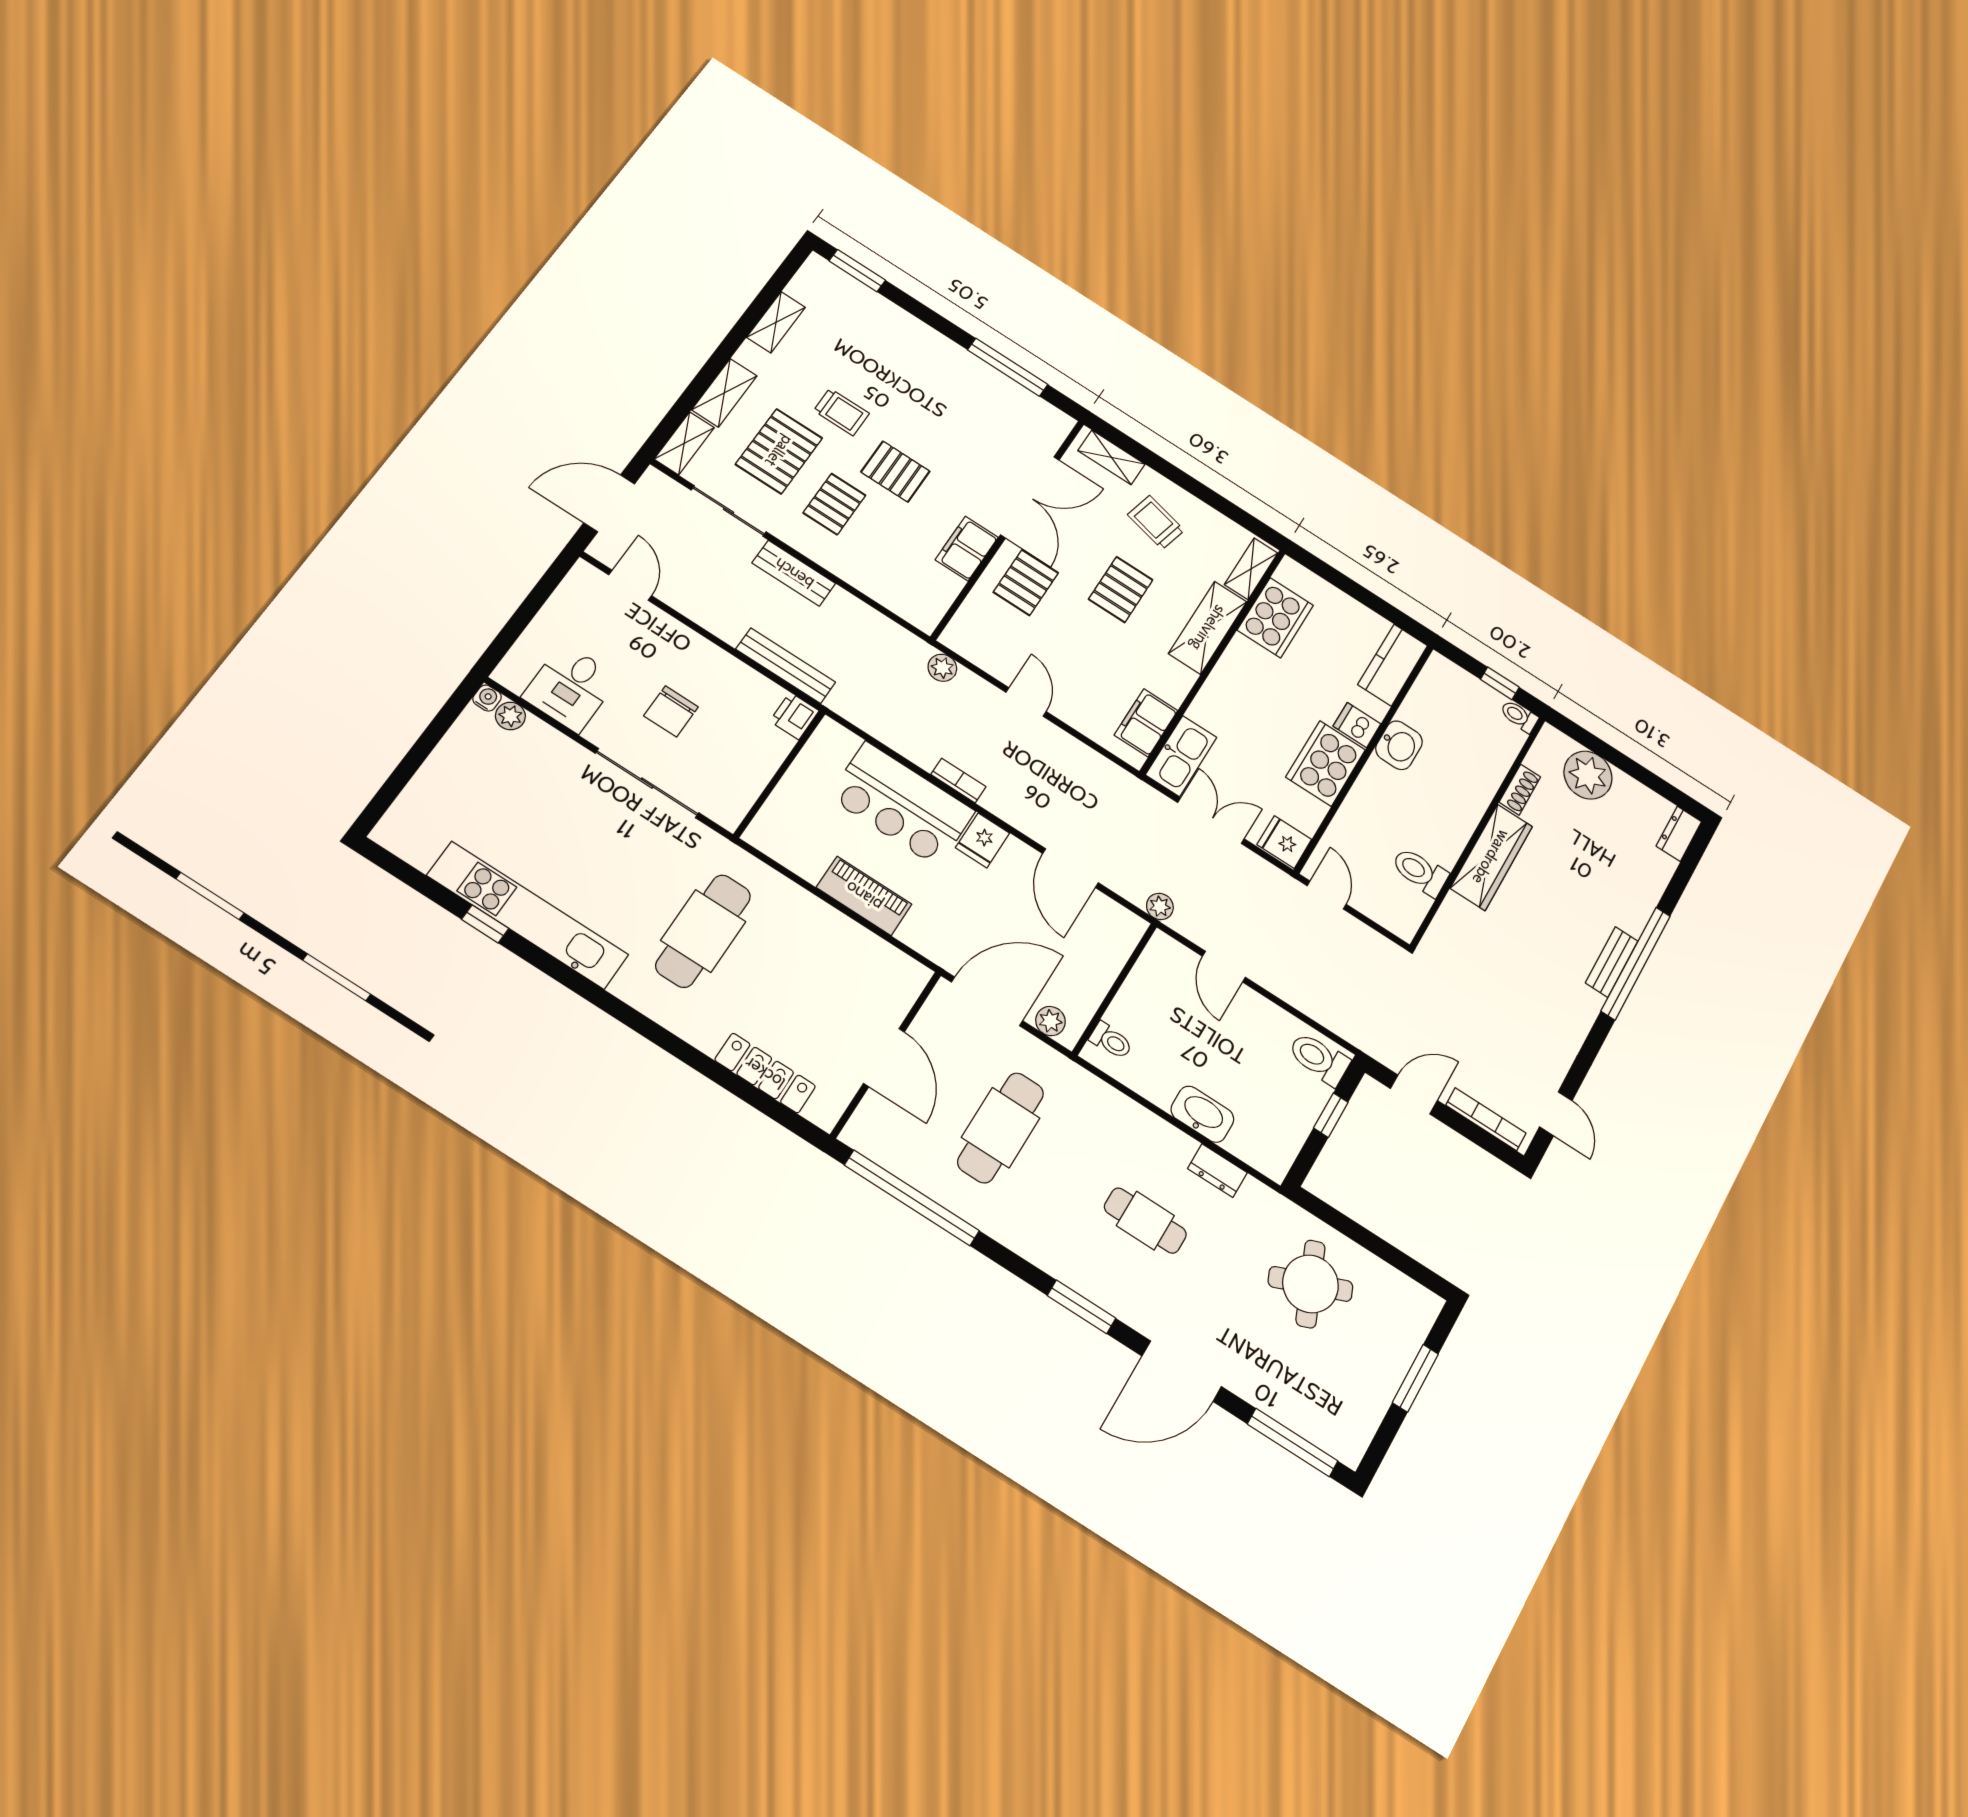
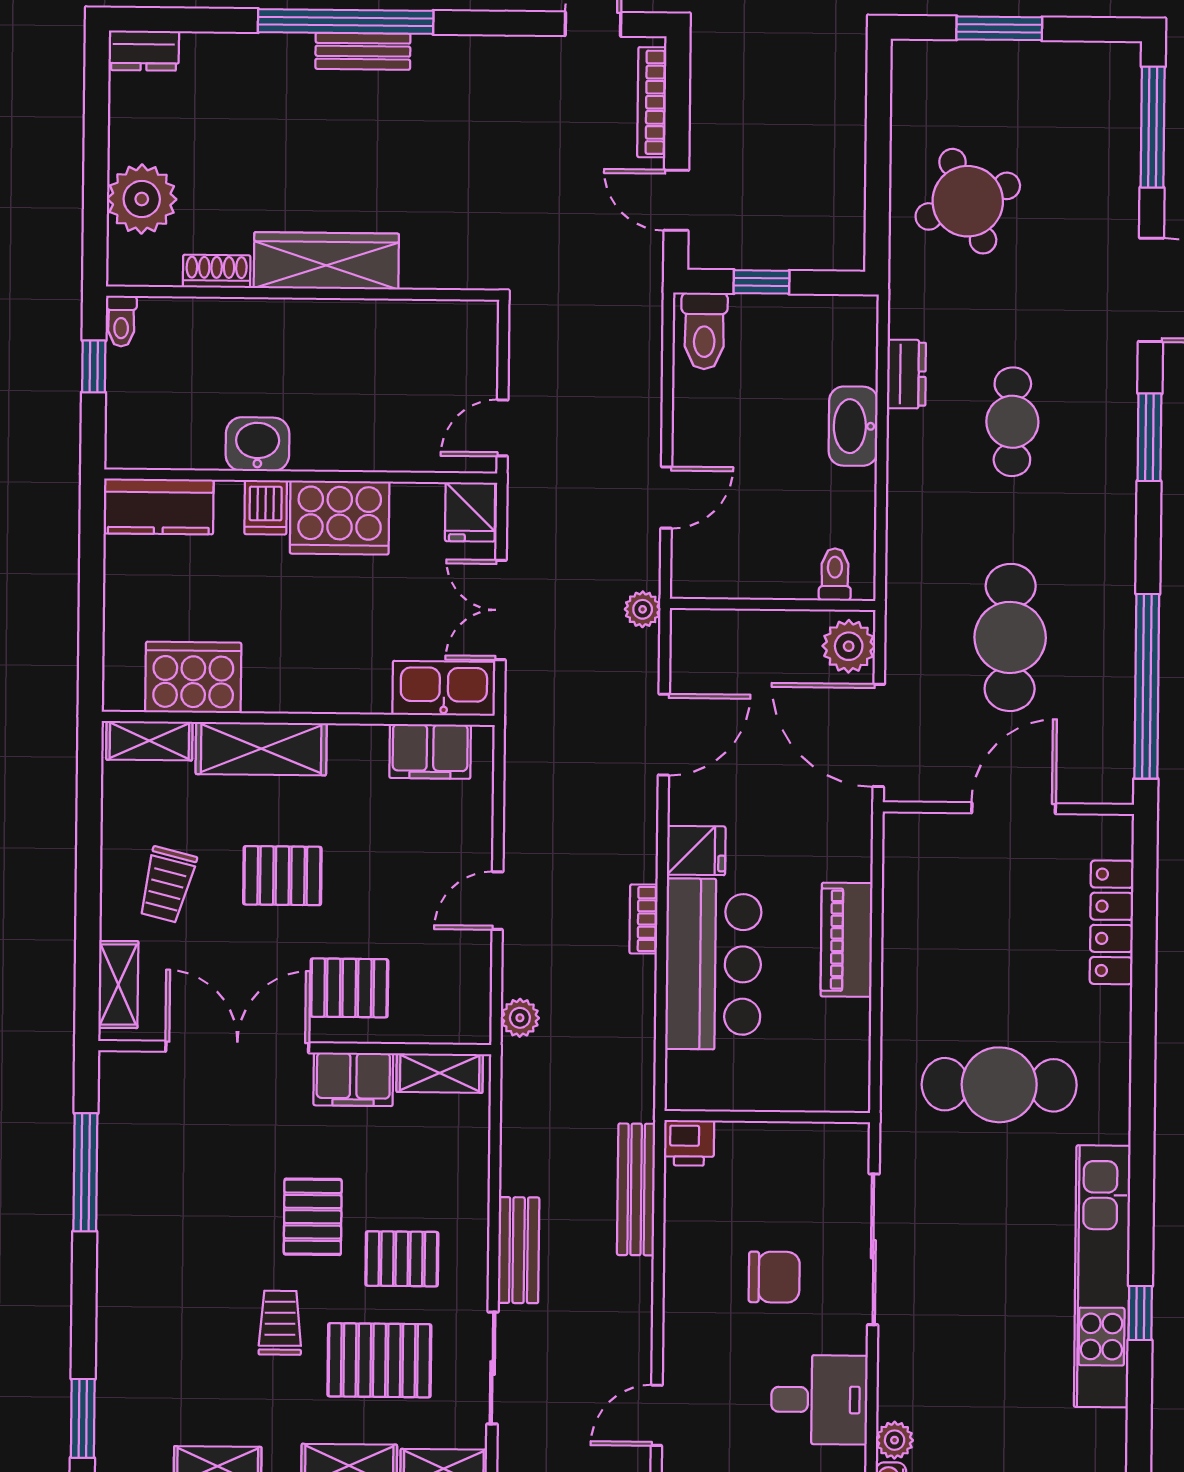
shelving: (938, 600) -> (440, 1073), added
toilet: (1420, 872) -> (401, 335), removed
plant: (1050, 1021) -> (849, 646), width x1.38, depth x1.38
cafe table: (1001, 1128) -> (1010, 637), turned 90

